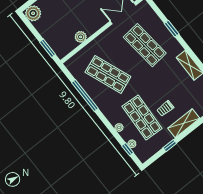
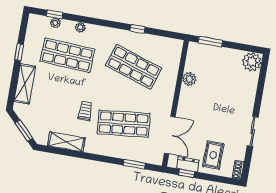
window: (172, 29) -> (134, 164), moved
shop shelf: (108, 74) -> (134, 67), turned 39
window: (85, 95) -> (138, 29), width x0.32
trolley: (165, 108) -> (85, 111), moved

